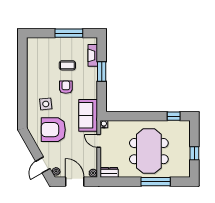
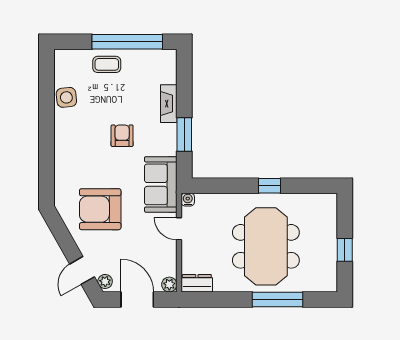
window: (69, 33) -> (127, 42), width x1.46
fireplace: (93, 55) -> (169, 104), moved
coffee table: (67, 65) -> (107, 64), moved
window: (102, 71) -> (184, 135), moved
side table: (46, 104) -> (66, 97), moved
window: (174, 116) -> (269, 186), moved

